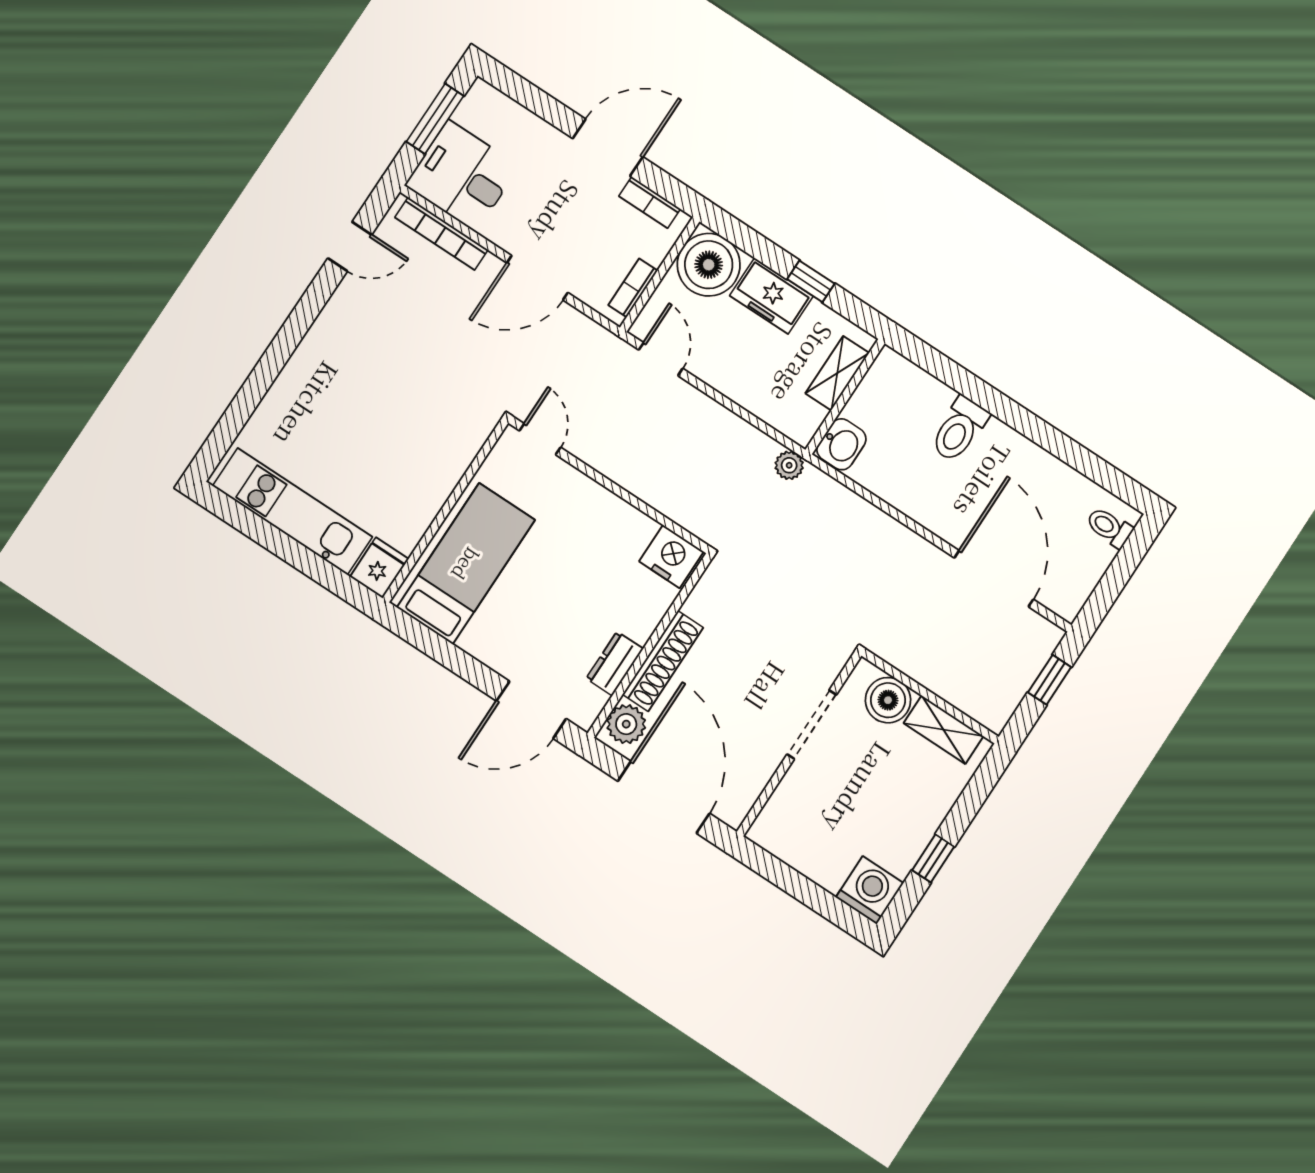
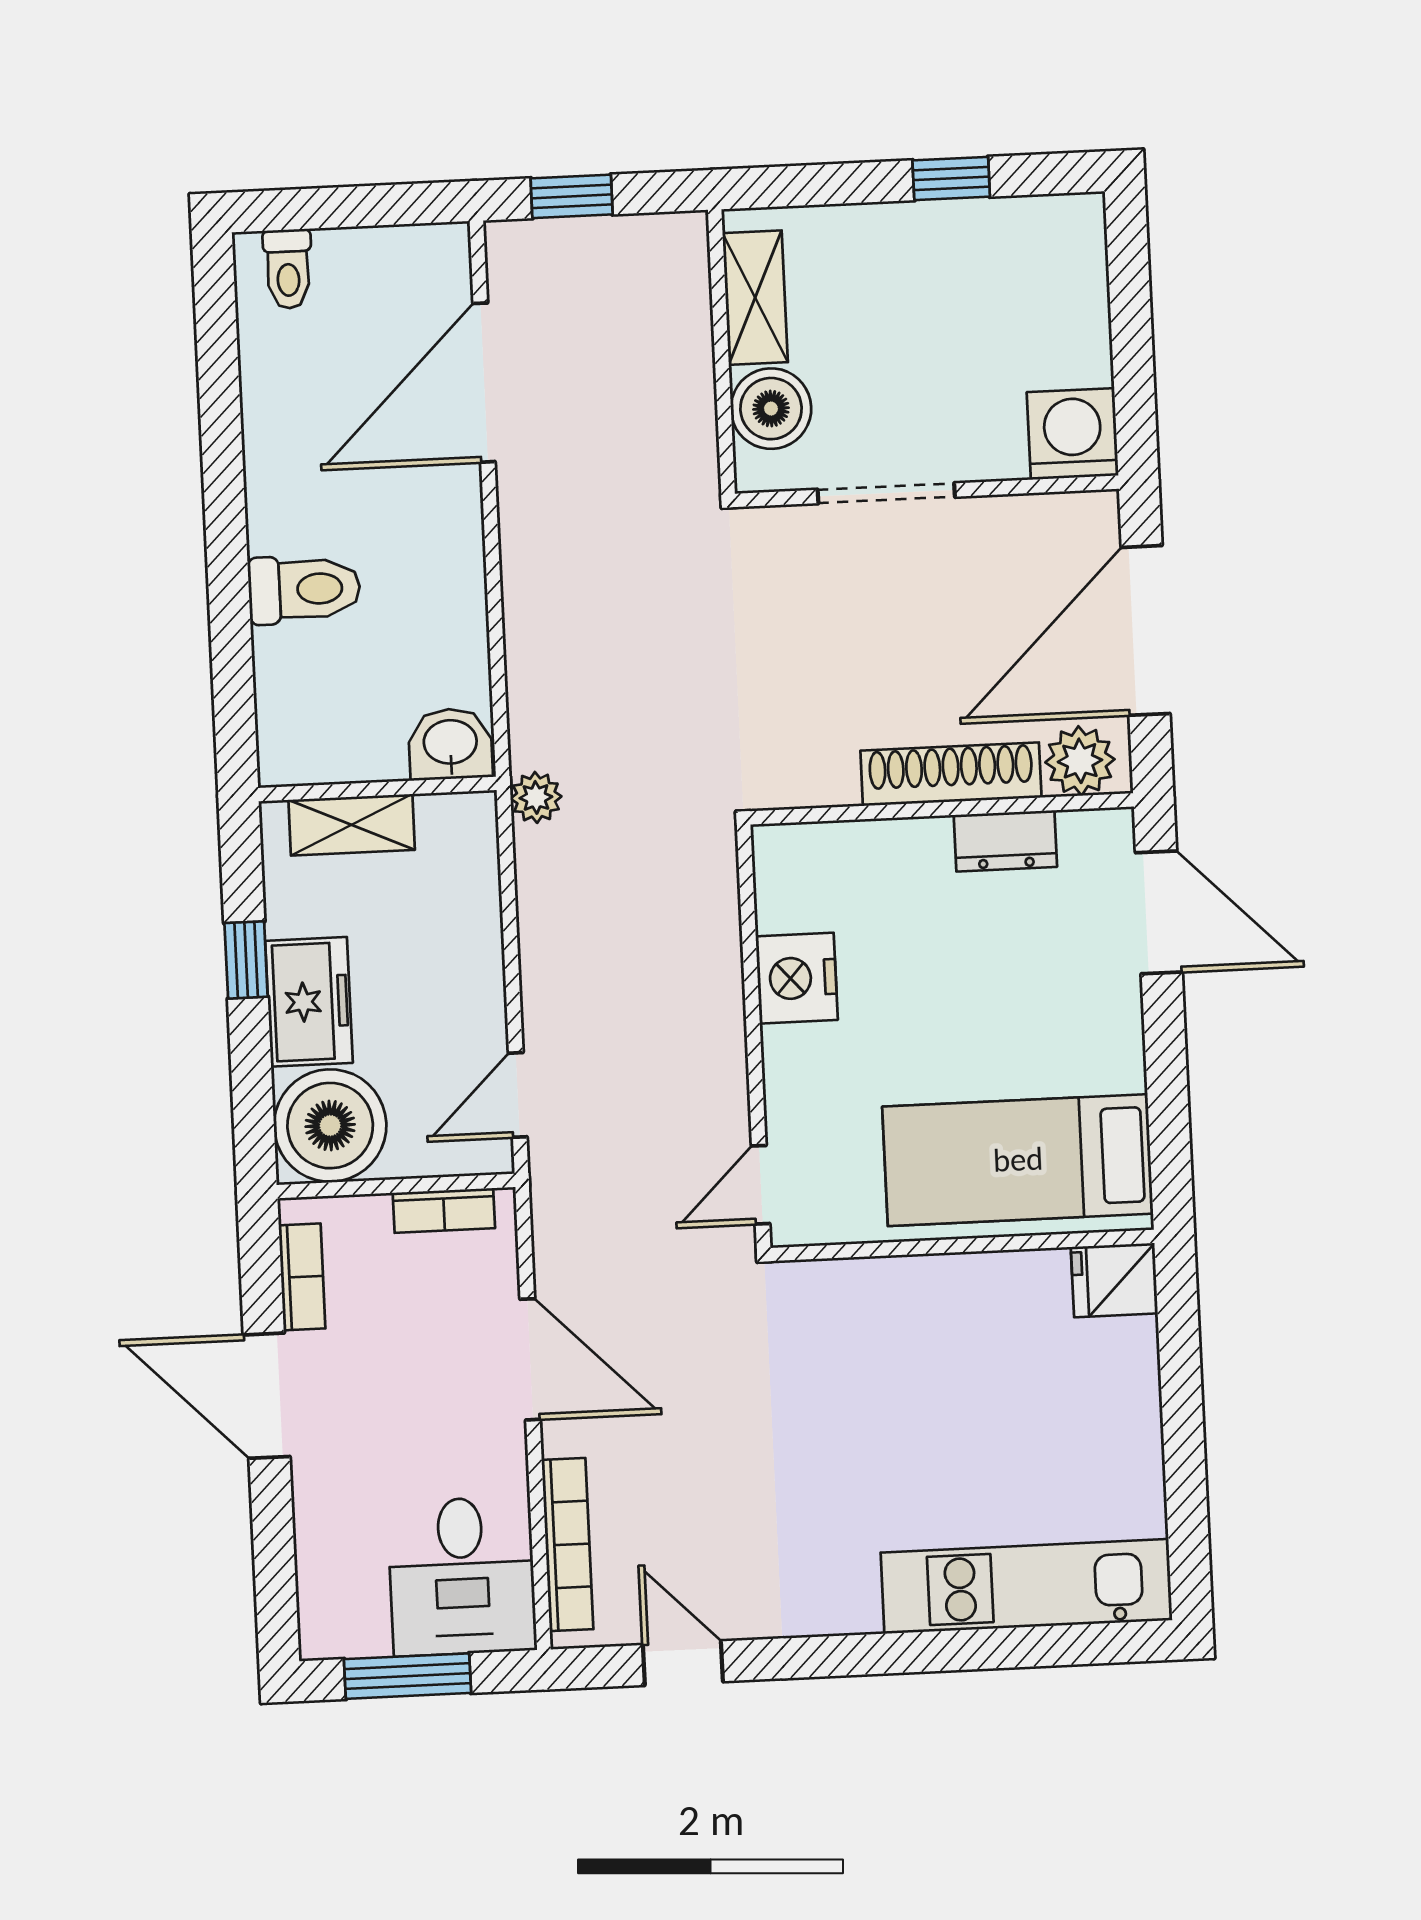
kitchen unit: (292, 511) -> (1026, 1586), moved, turned 90
nightstand: (671, 556) -> (797, 978), moved
washing machine: (870, 890) -> (1073, 434), moved, turned 90

